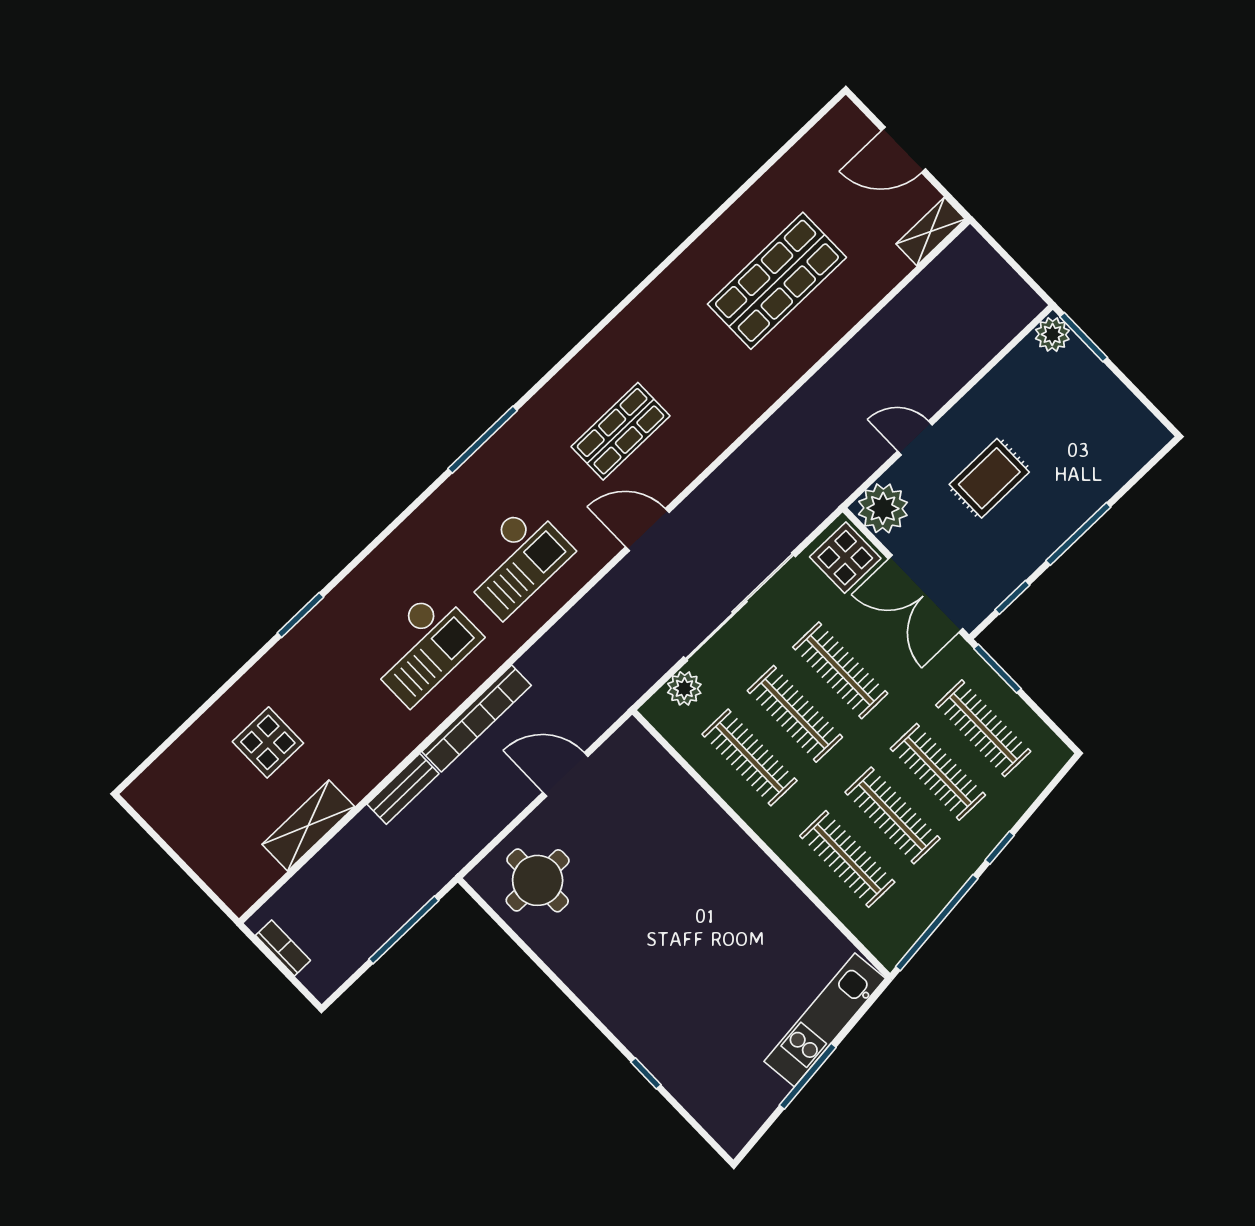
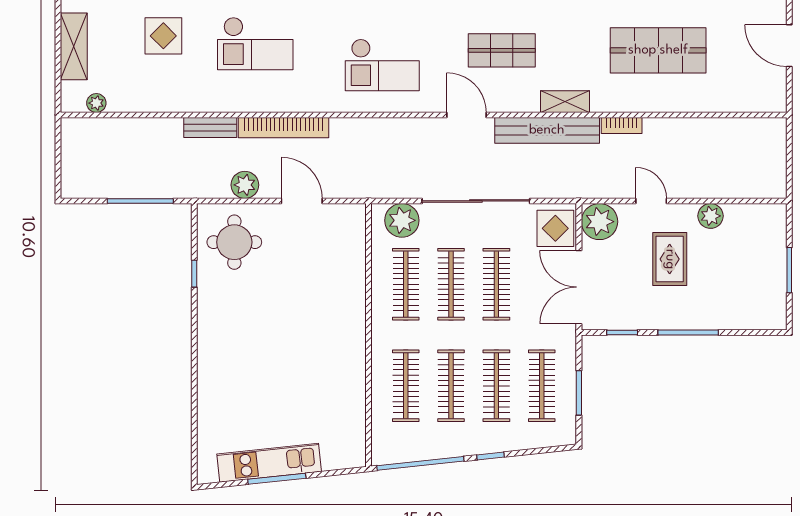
shelving: (931, 231) -> (565, 102), moved
plant: (1052, 334) -> (711, 216), moved
window: (1084, 337) -> (789, 270), moved
bench: (743, 467) -> (547, 130), added
rug: (989, 478) -> (670, 259), turned 90
checkout: (422, 647) -> (255, 44), moved
window: (998, 669) -> (579, 393), moved
plant: (684, 688) -> (402, 220), width x1.36, depth x1.36
plant: (493, 813) -> (245, 185), added
shelving: (308, 826) -> (74, 46), moved, turned 90
plant: (266, 874) -> (96, 103), added
bookcase: (283, 948) -> (622, 125), moved, turned 90
kitchen unit: (825, 1020) -> (269, 463), moved
window: (646, 1073) -> (194, 274), moved

